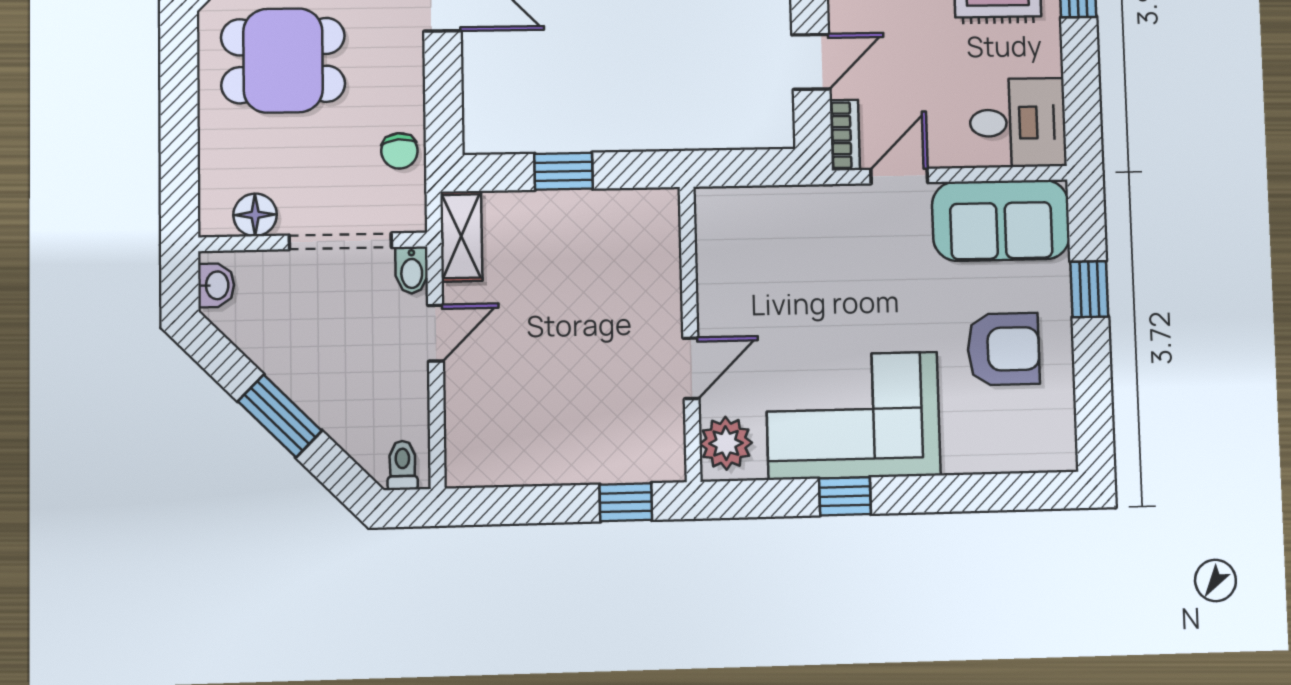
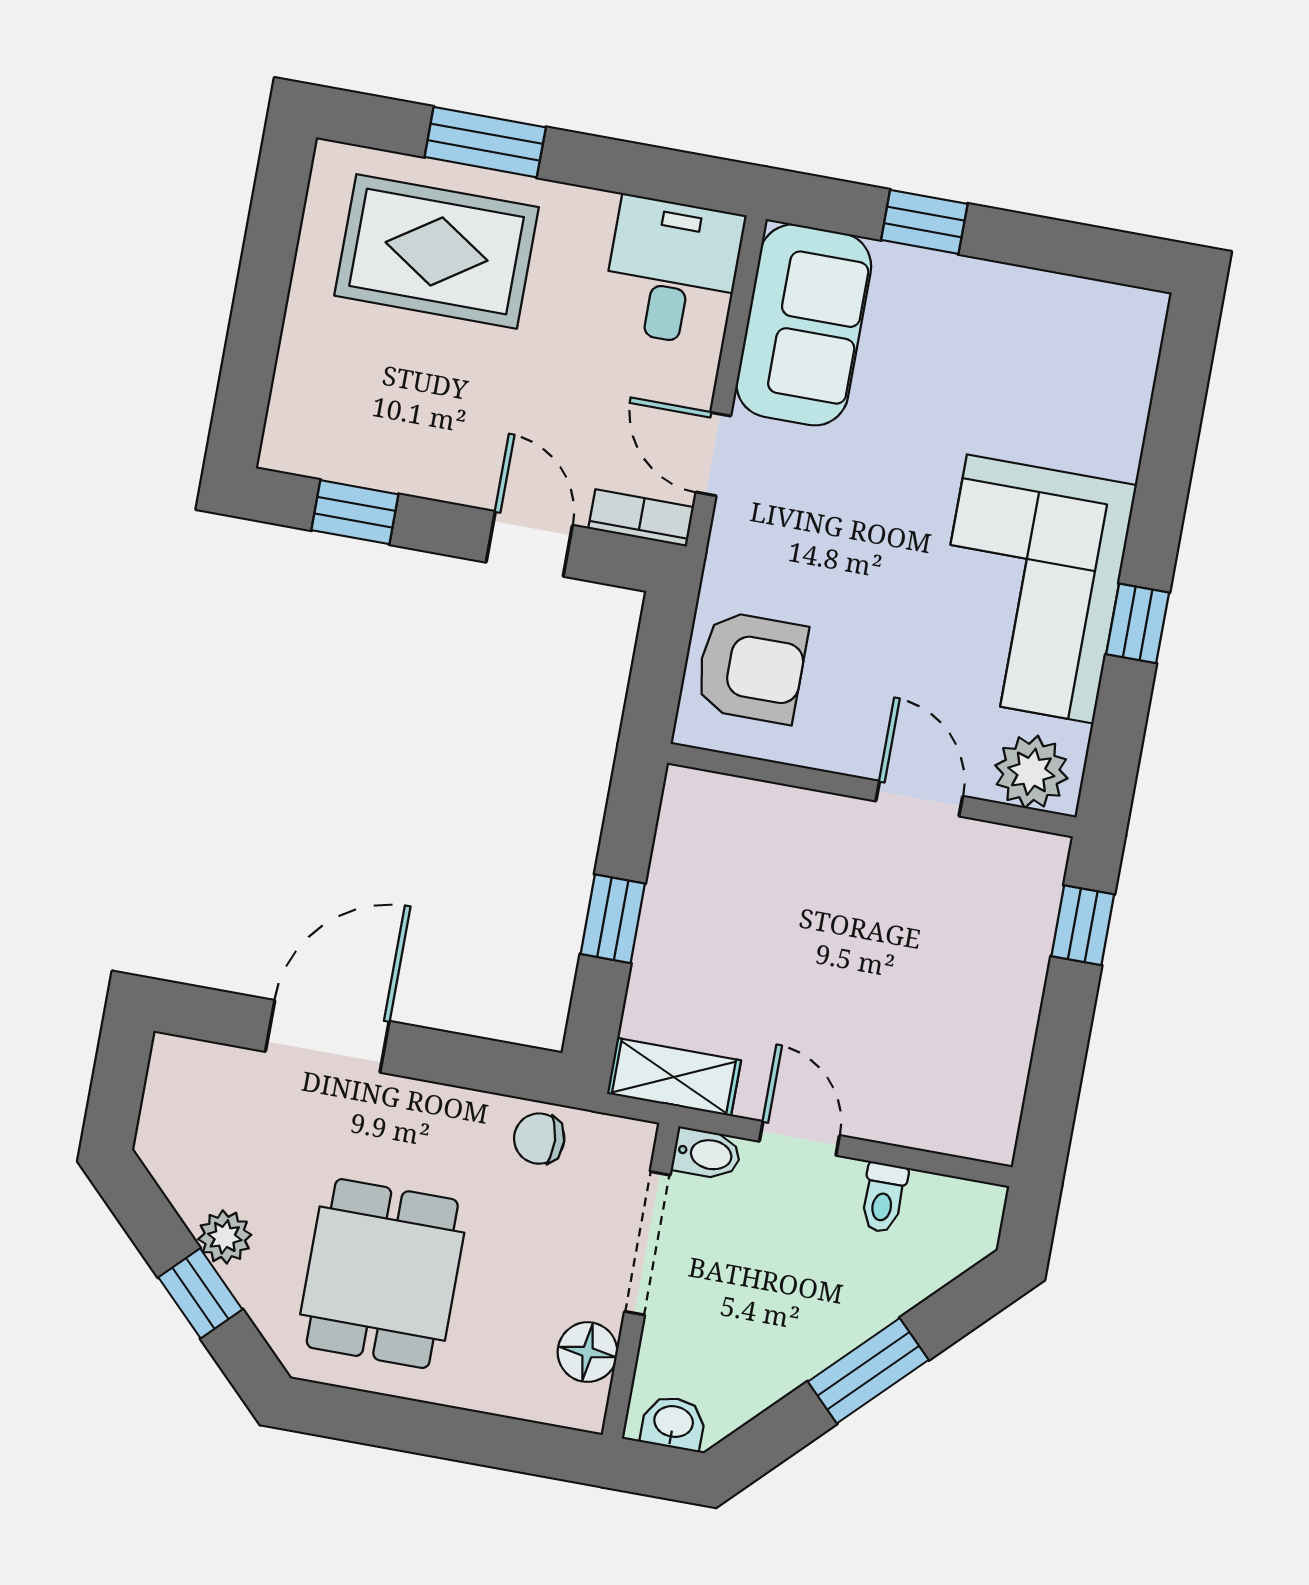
chair: (399, 151) -> (539, 1139), turned 180
armchair: (1003, 349) -> (751, 667), moved, turned 90
toilet: (402, 465) -> (883, 1198), moved, turned -90

